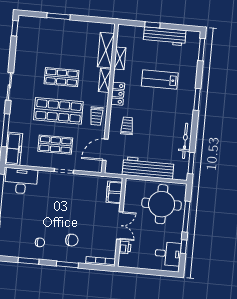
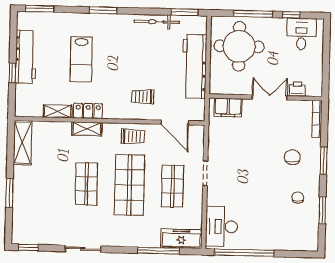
shelving: (106, 50) -> (23, 143), moved, turned 90
sliding door: (9, 86) -> (83, 249), moved
locker: (118, 94) -> (88, 111), moved

